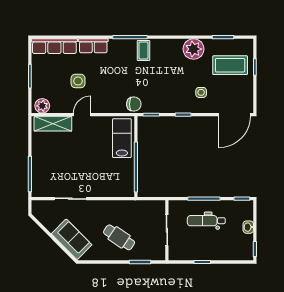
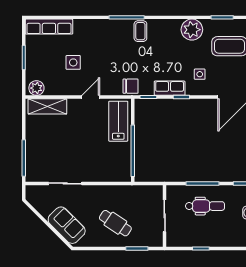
row of seats: (93, 46) -> (170, 88), moved, turned 180
door: (82, 115) -> (91, 97), moved
dental chair: (206, 221) -> (205, 206), turned 180

